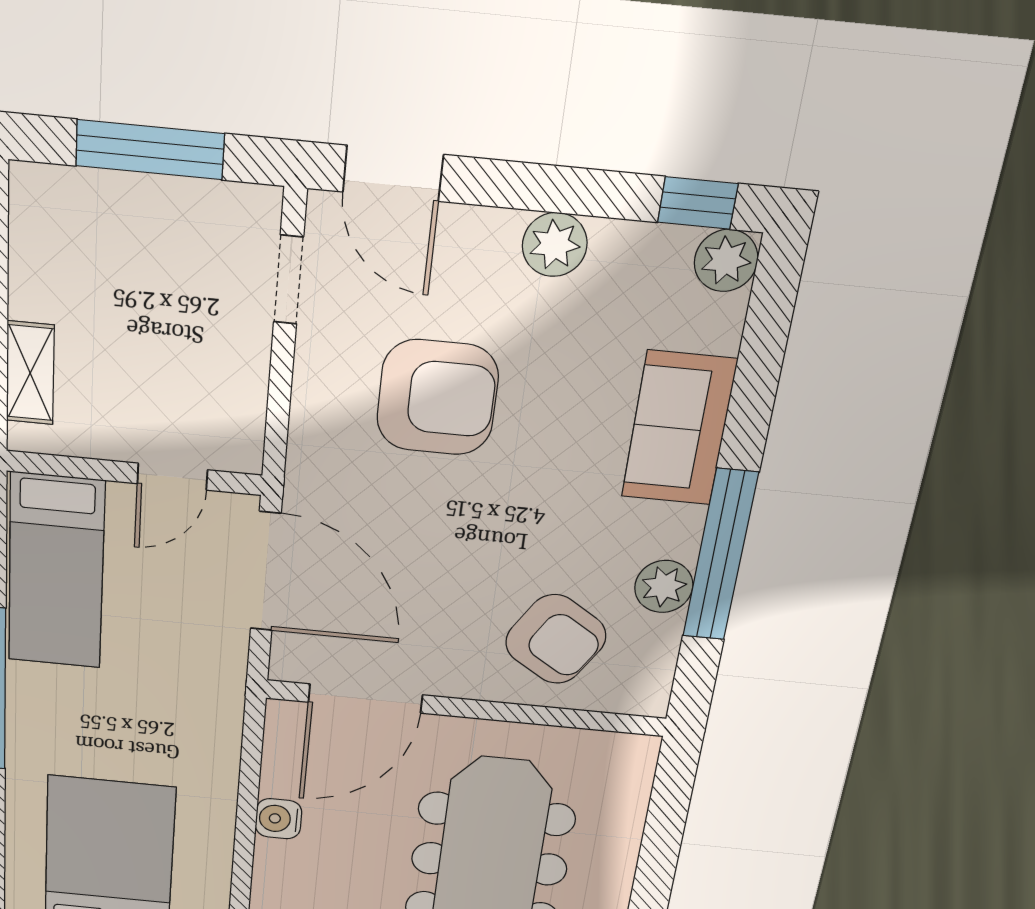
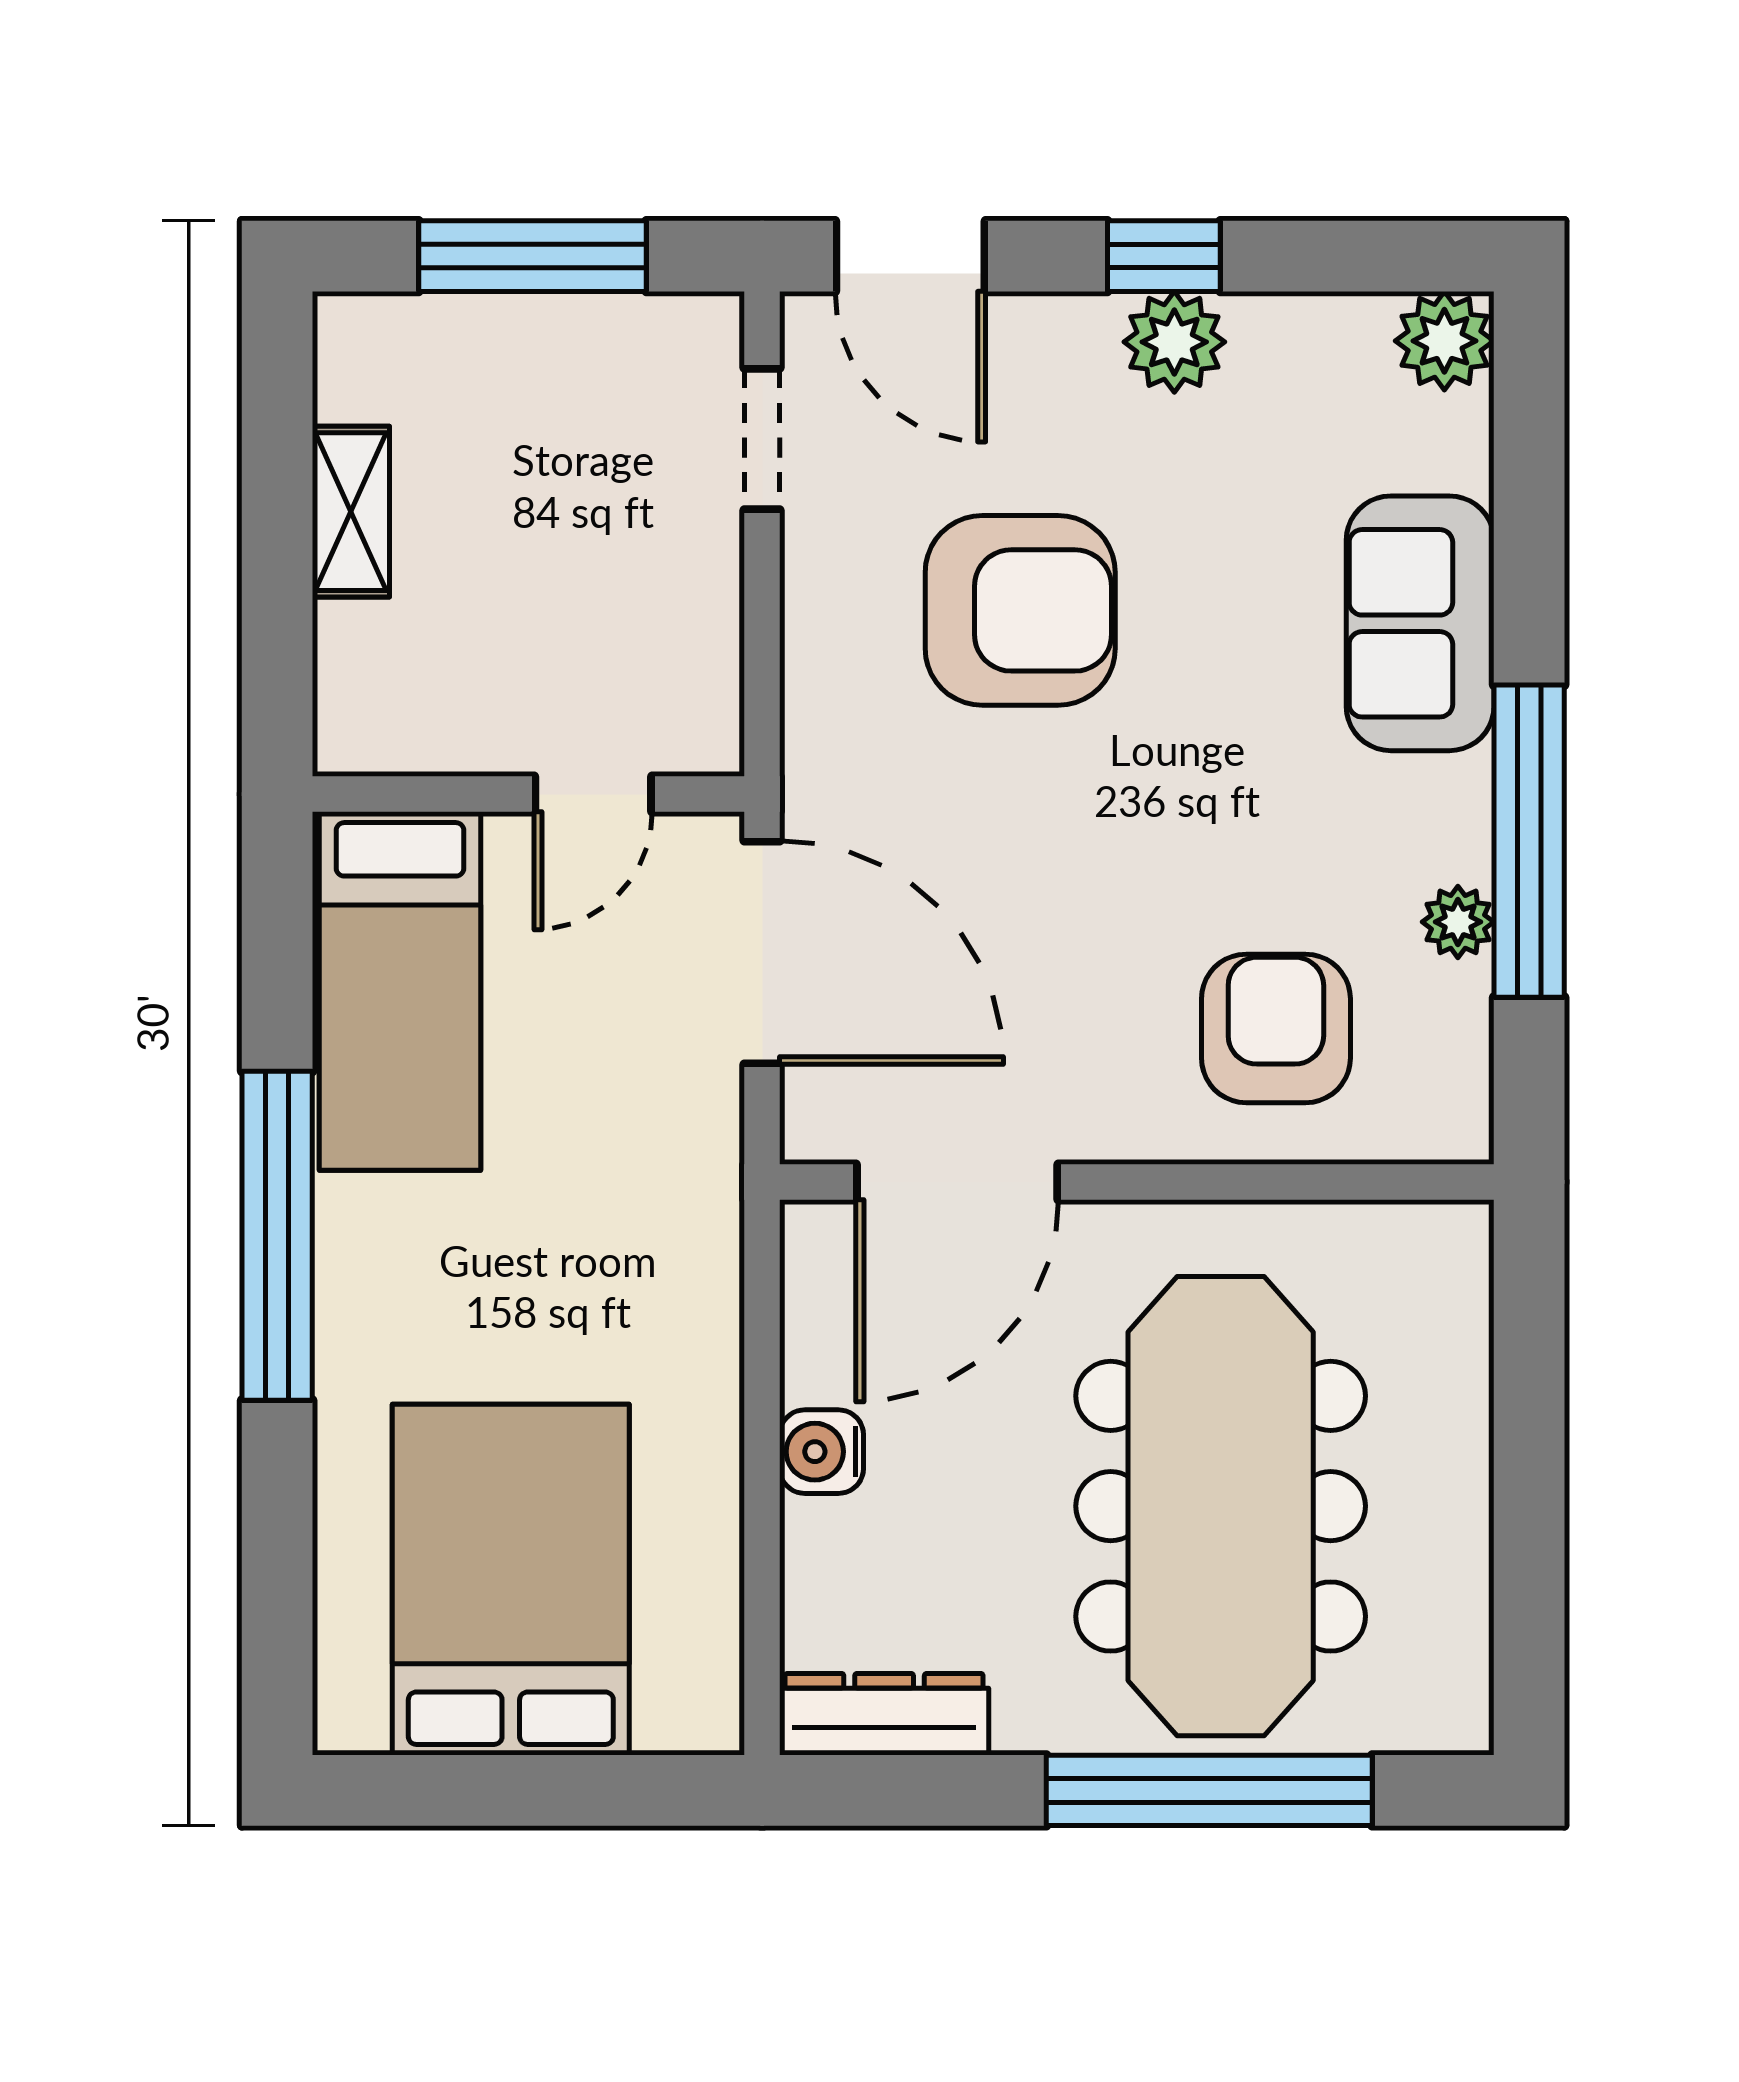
window: (698, 203) -> (1164, 256), moved
shelving: (30, 373) -> (351, 512), moved
plant: (664, 587) -> (1458, 922), width x0.73, depth x0.73
armchair: (556, 639) -> (1276, 1028), turned -122

